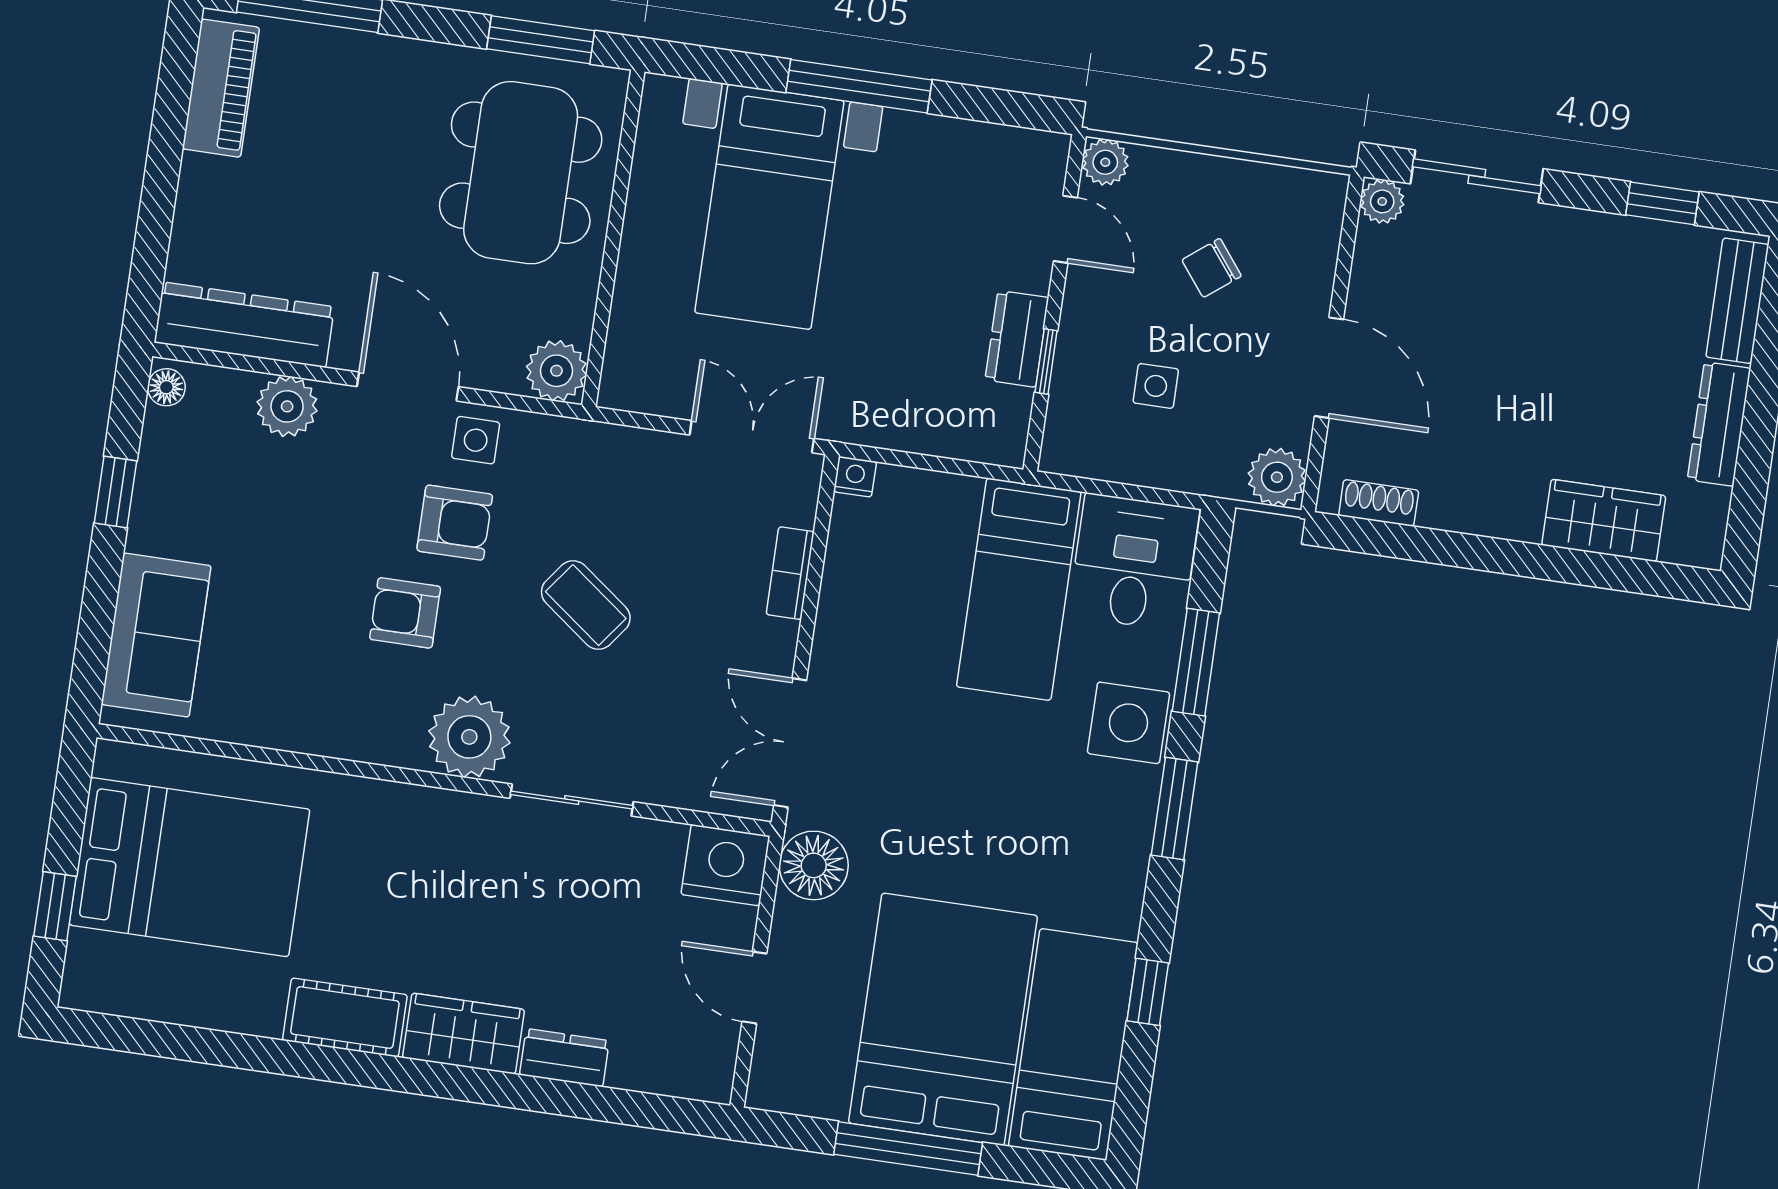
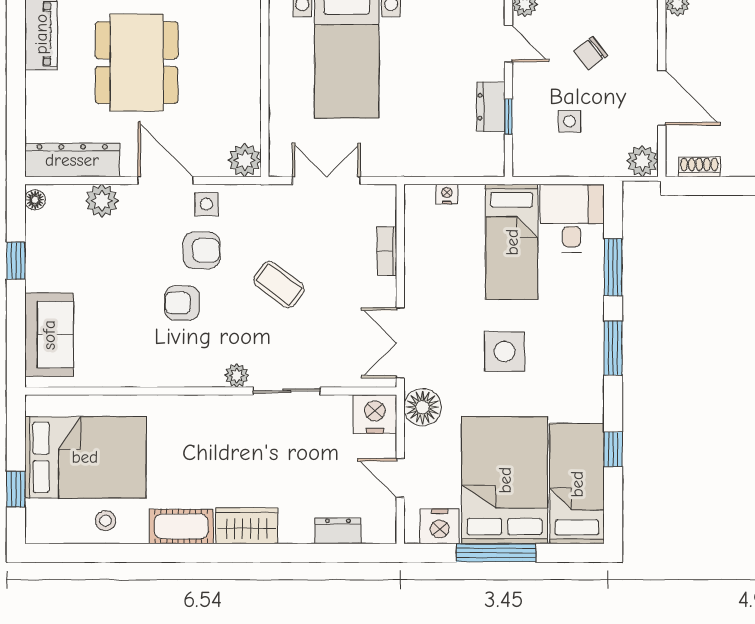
dining table: (521, 173) -> (137, 63), moved
double door: (752, 437) -> (326, 181), moved
nightstand: (855, 477) -> (447, 194), moved
side table: (1128, 723) -> (505, 351), moved
plant: (469, 737) -> (237, 375), width x0.53, depth x0.53
stool: (209, 987) -> (106, 521), added
dresser: (564, 1058) -> (338, 531), moved
nightstand: (813, 1085) -> (440, 526), added

